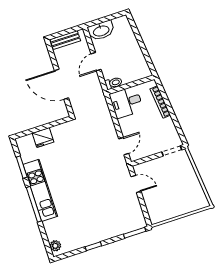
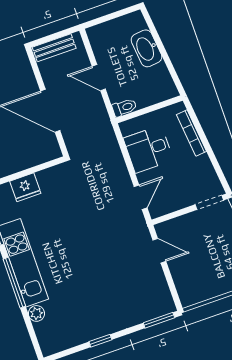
washbasin: (101, 31) -> (147, 48), moved, turned 84
door: (96, 62) -> (99, 78), hinge flipped
desk: (126, 102) -> (148, 149), moved
plant: (55, 246) -> (36, 313), moved

